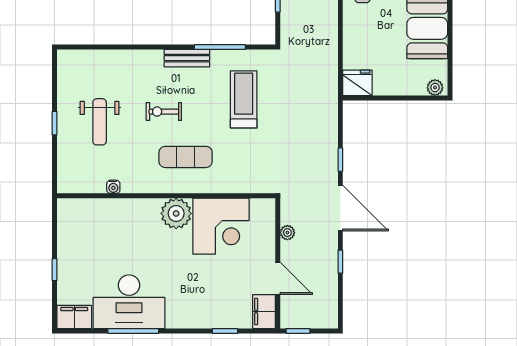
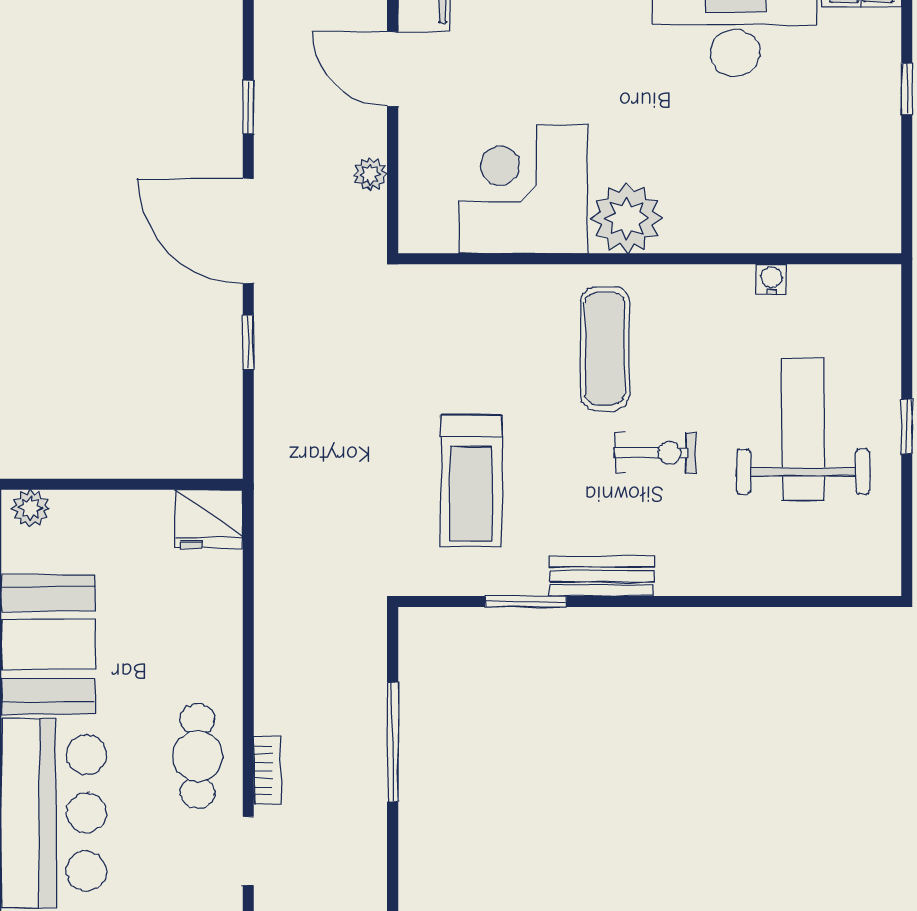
window: (220, 47) -> (526, 602), width x0.69
weight bench: (100, 122) -> (803, 429), width x1.36, depth x1.33
exercise mat: (186, 157) -> (605, 348), turned 90

